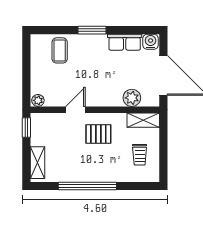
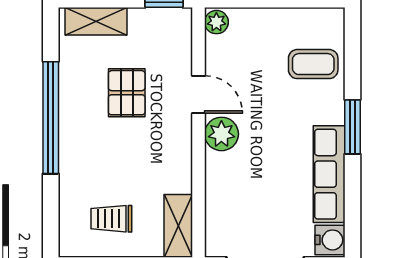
row of seats: (125, 42) -> (329, 174), width x1.48
plant: (132, 98) -> (221, 134), moved
pallet: (98, 134) -> (127, 93), moved

